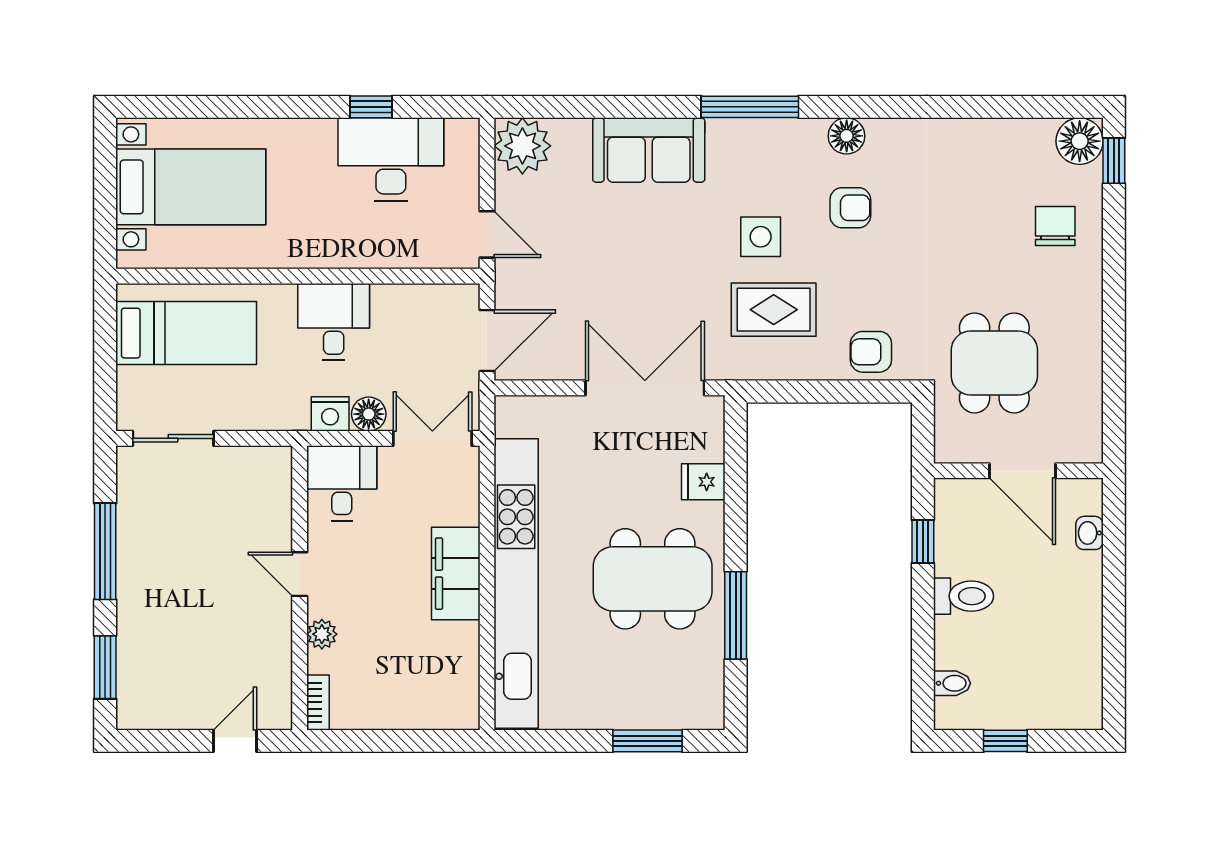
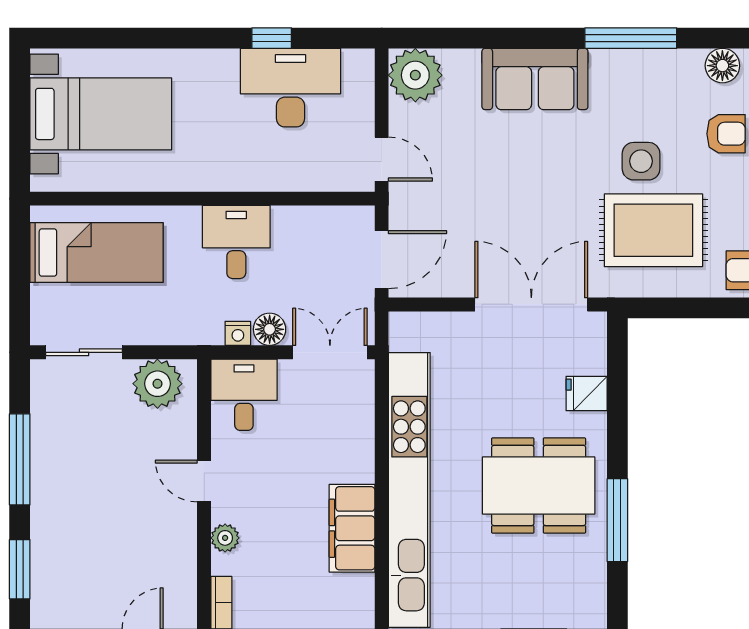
rug: (774, 310) -> (653, 230), width x1.36, depth x1.43
nightstand: (330, 414) -> (238, 333), width x0.72, depth x0.74
plant: (251, 471) -> (157, 384), added
filing cabinet: (456, 574) -> (352, 528), moved

